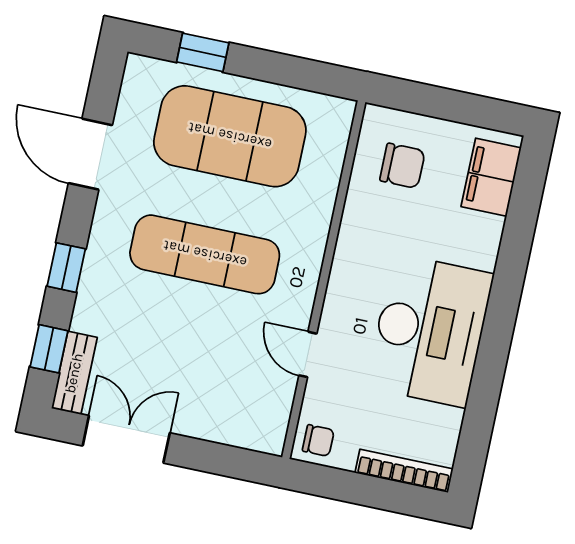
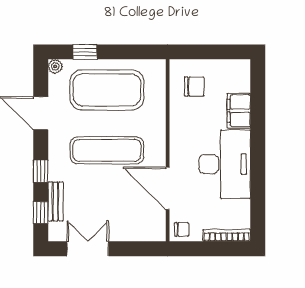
plant: (138, 68) -> (55, 66), added
filing cabinet: (491, 177) -> (239, 111), moved
door: (308, 354) -> (168, 188), width x1.88
bench: (74, 373) -> (56, 201), moved

